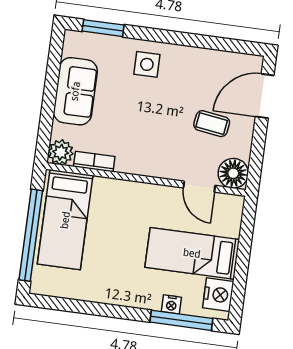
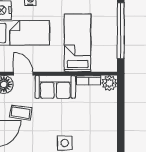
sofa: (75, 91) -> (55, 87), moved, turned -90
bed: (65, 220) -> (78, 43), moved

